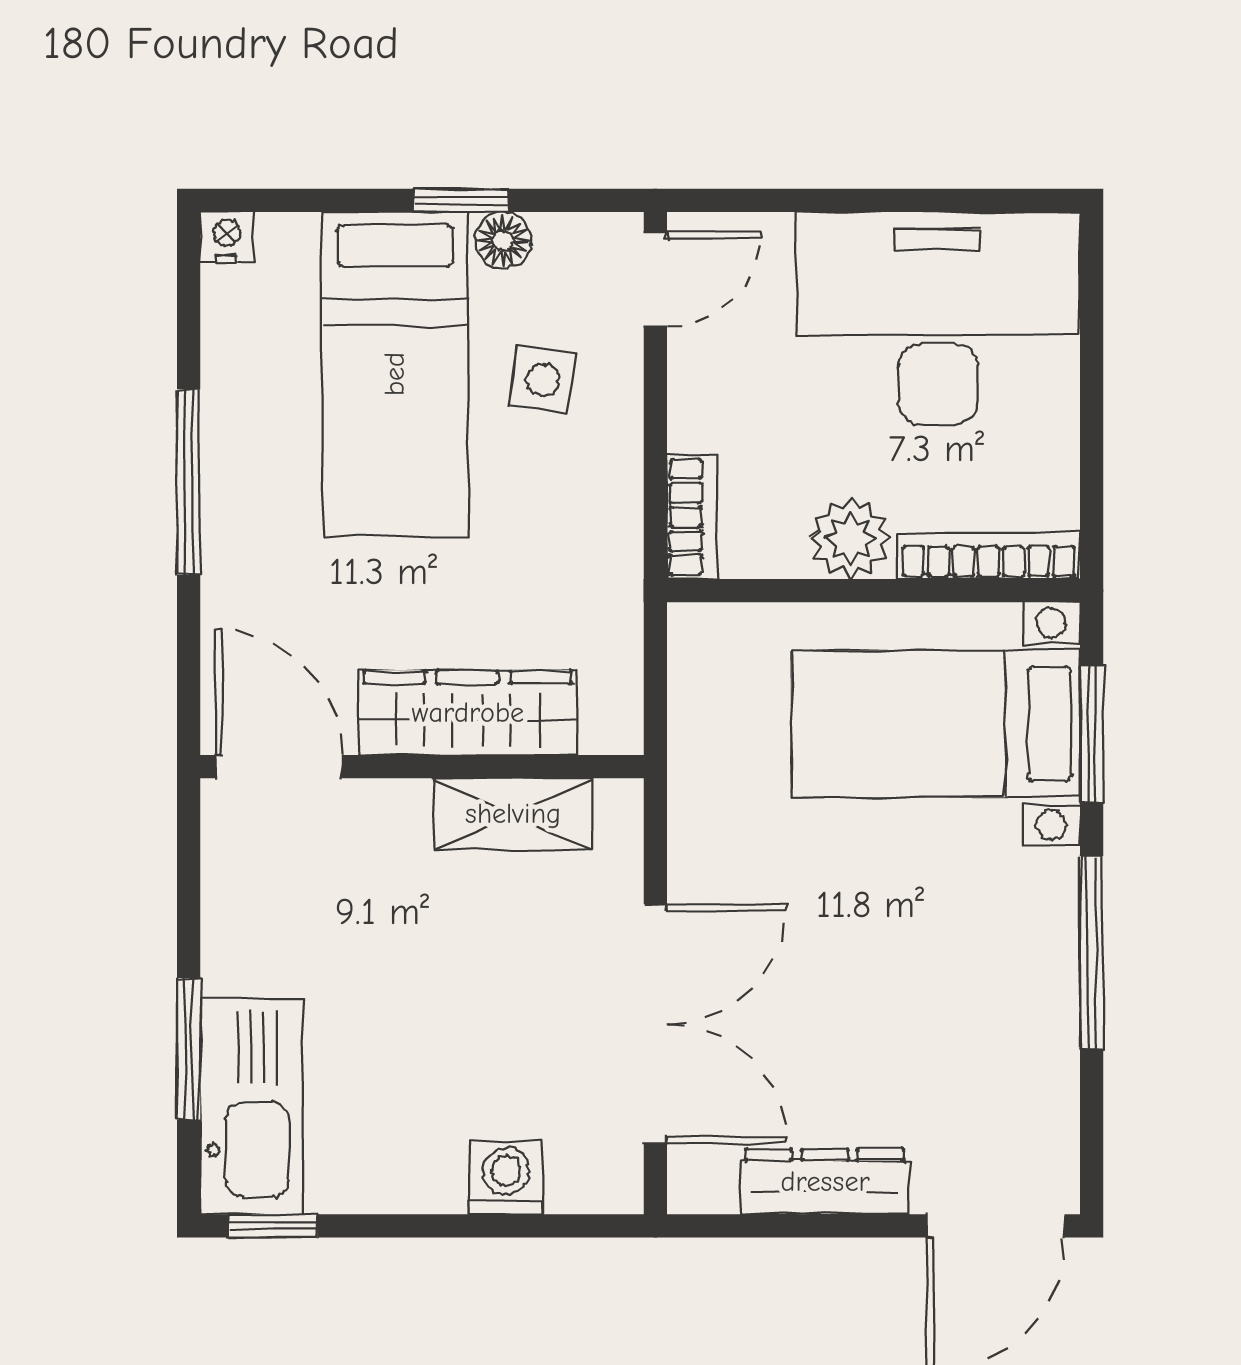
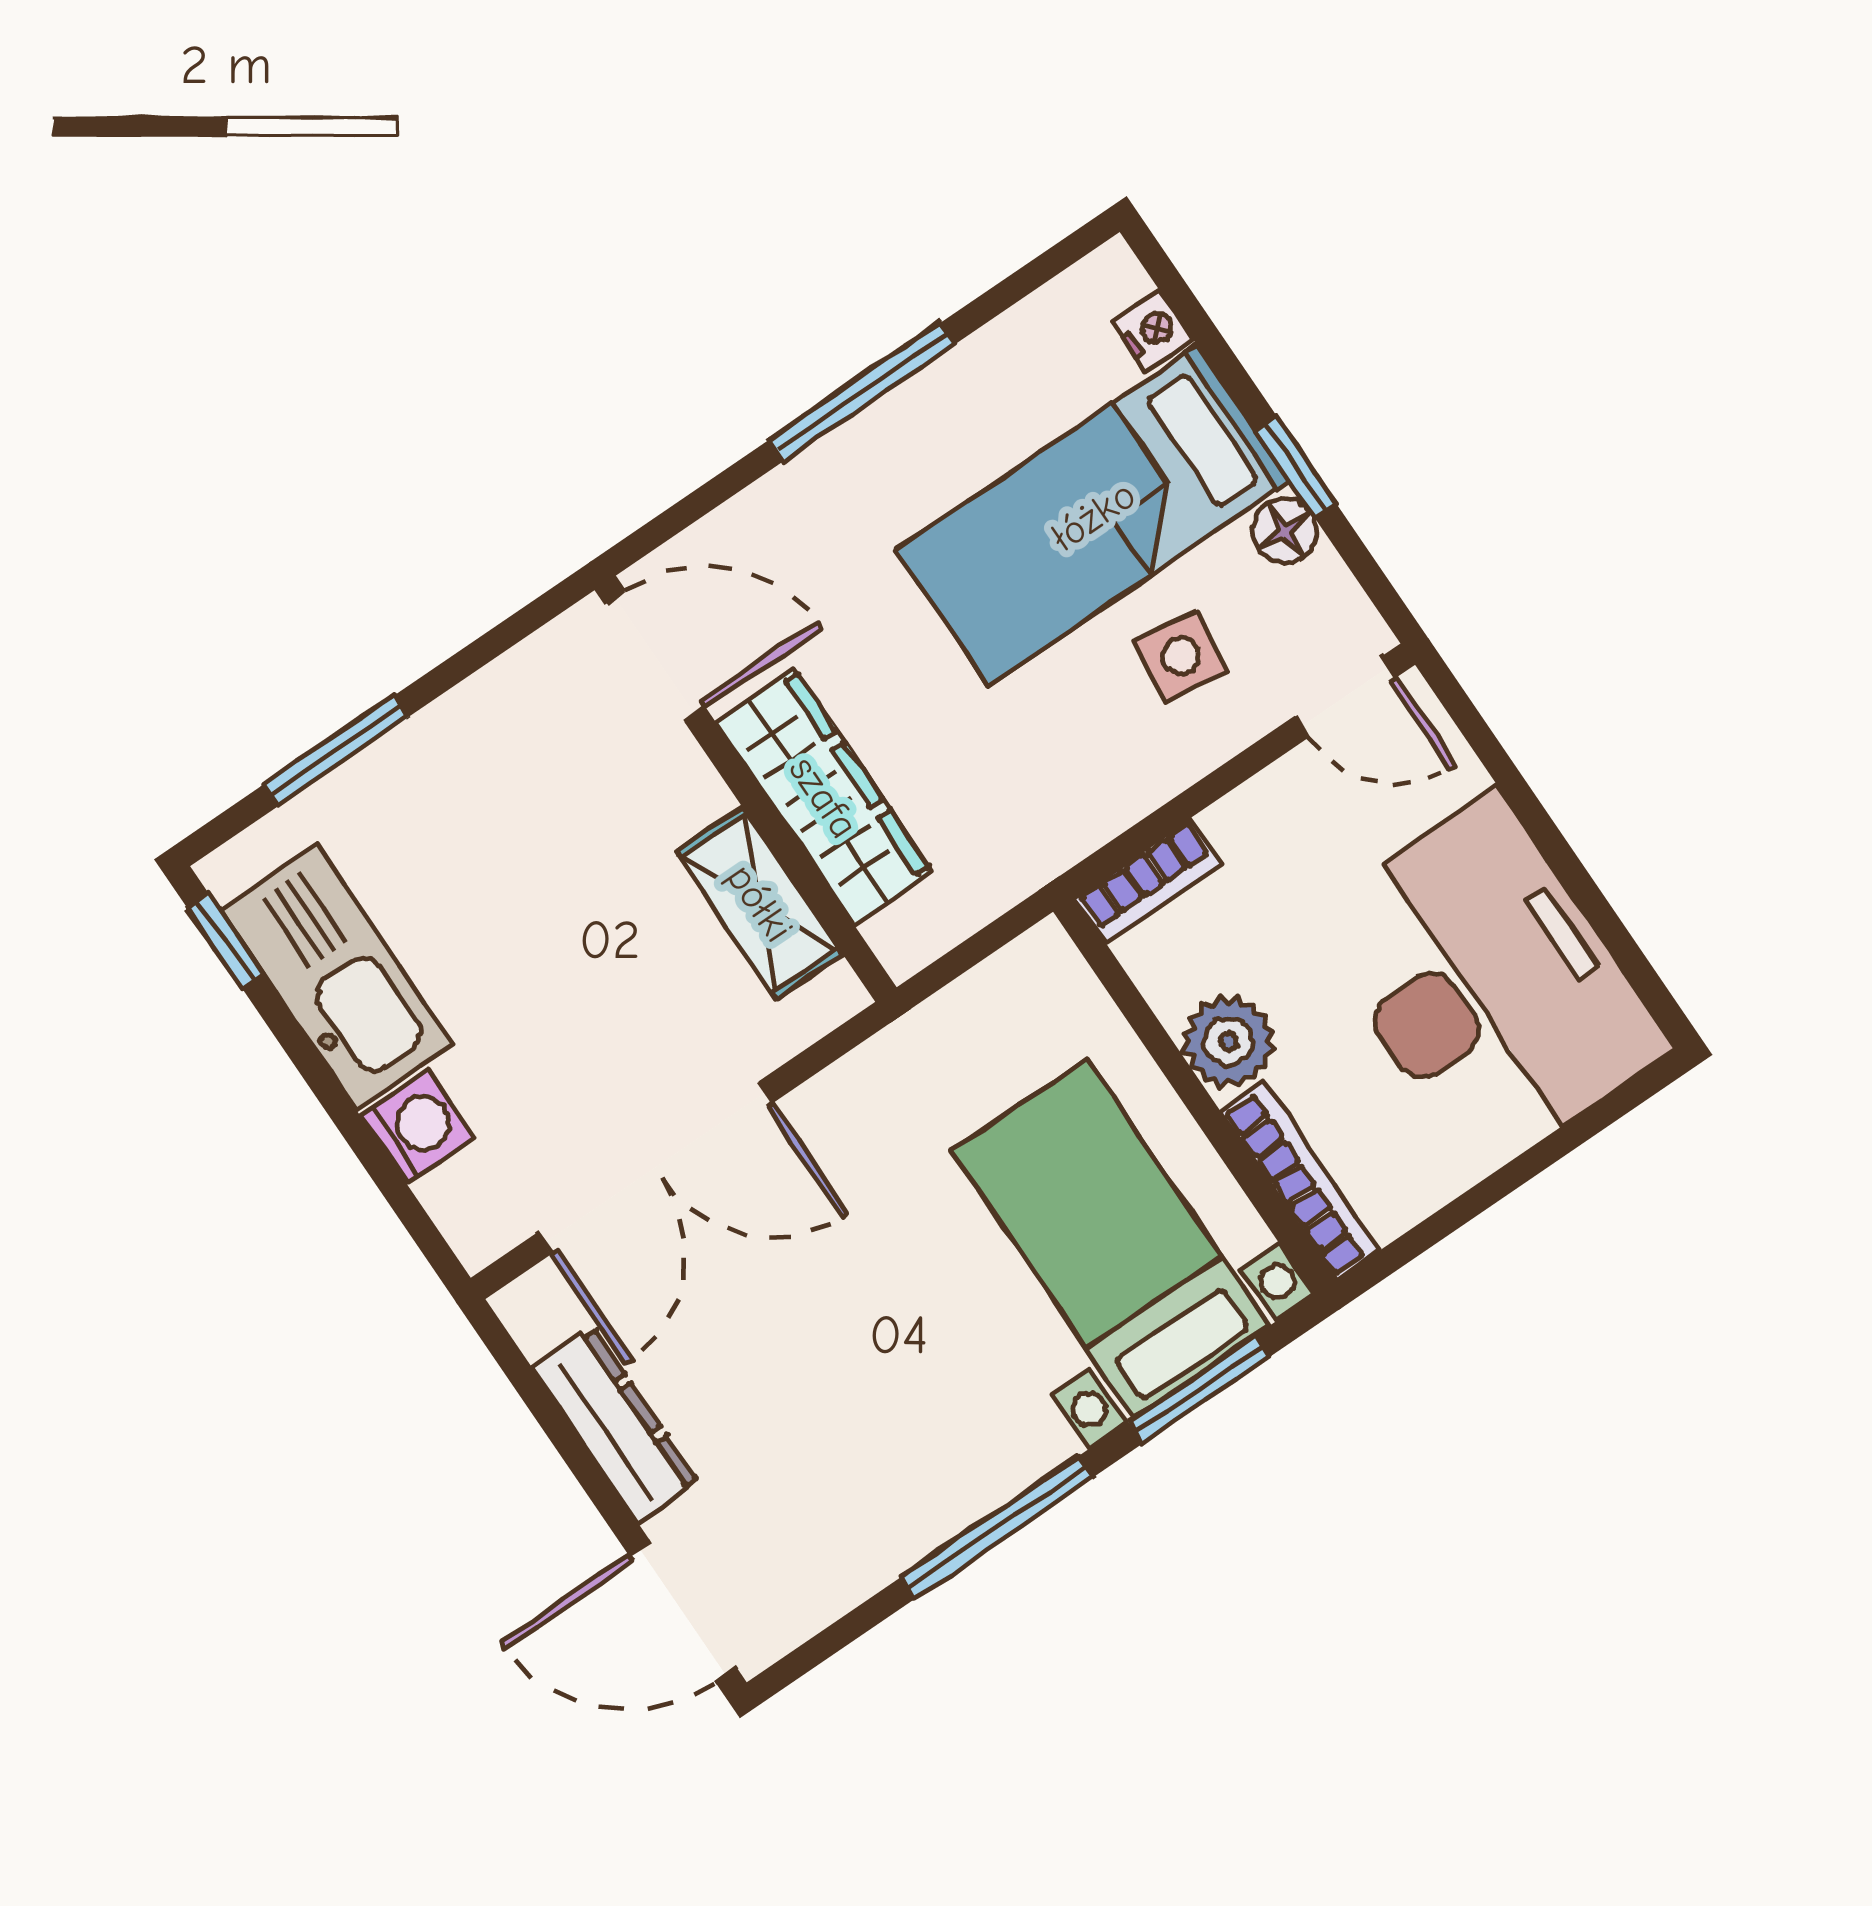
nightstand: (227, 237) -> (1153, 331), moved
door: (279, 767) -> (655, 656), hinge flipped
kitchen sink: (252, 1106) -> (336, 977), moved, turned -90

